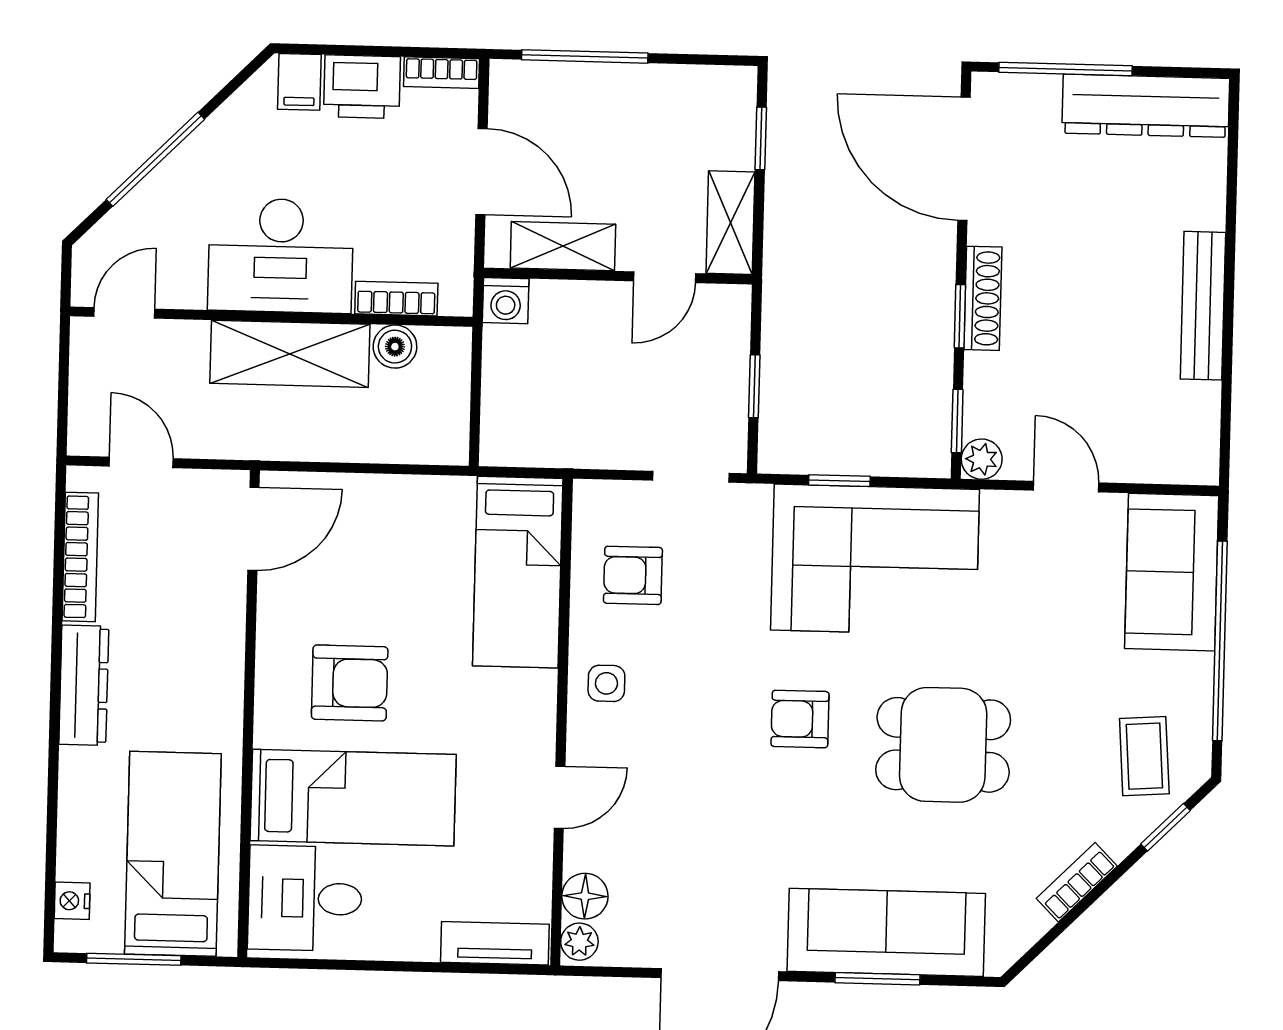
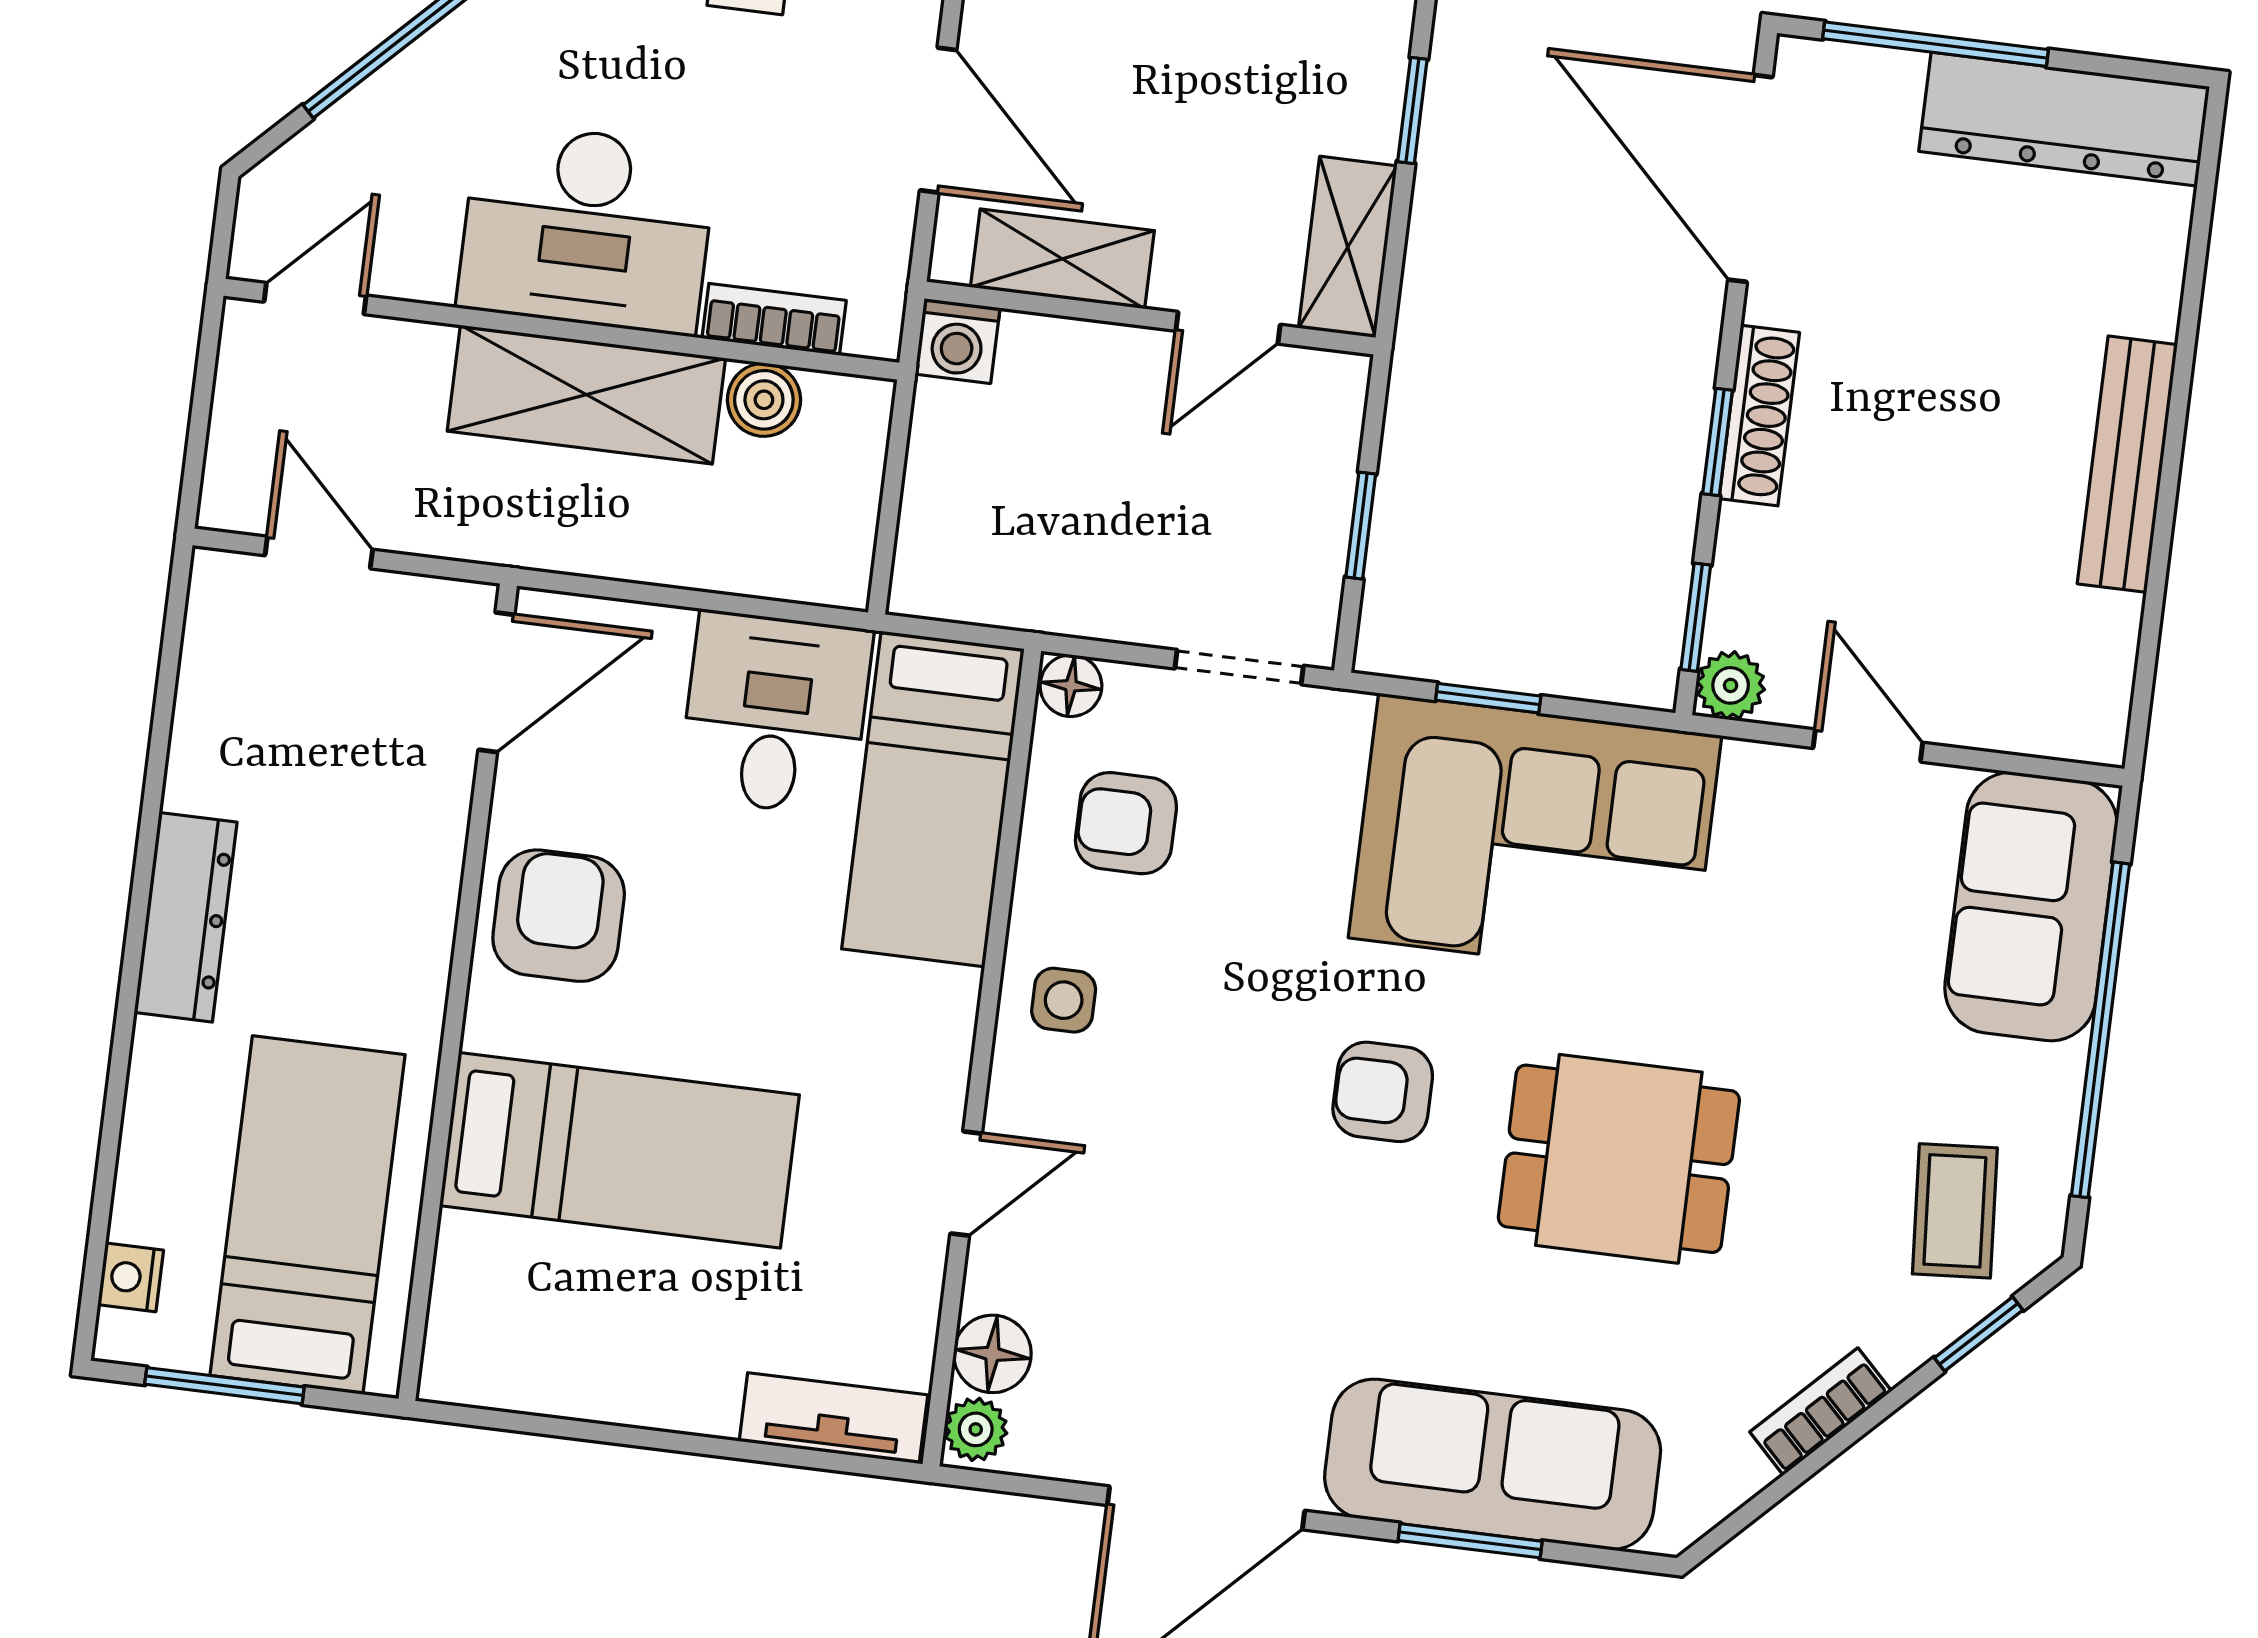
floor lamp: (593, 497) -> (1071, 686), added
bookcase: (80, 557) -> (201, 701), removed
armchair: (350, 683) -> (559, 916), moved, turned -90
desk: (305, 898) -> (775, 714), moved, turned 90

